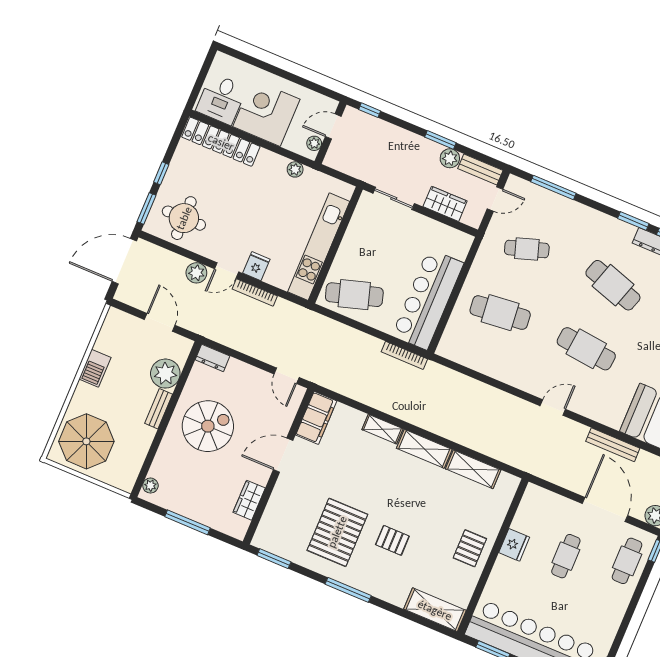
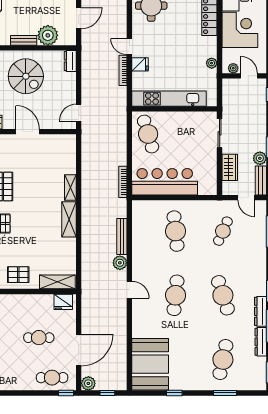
cafe table: (527, 249) -> (223, 231), turned 42
plant: (196, 273) -> (120, 263), moved
cafe table: (613, 285) -> (223, 295), turned -36
filing cabinet: (316, 418) -> (60, 143), removed
bench: (613, 445) -> (122, 237), moved
shelving: (473, 469) -> (57, 282), moved, turned 90
fridge: (514, 545) -> (63, 302), moved

